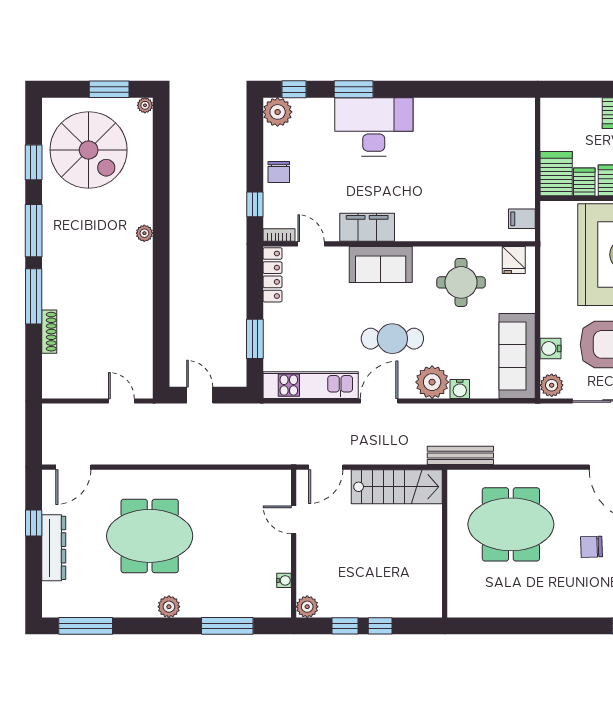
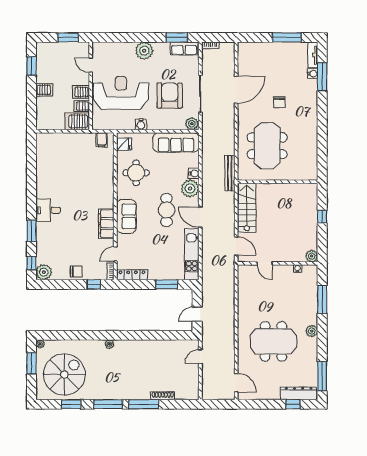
desk: (374, 127) -> (48, 210), width x0.53, depth x0.77
water cooler: (550, 348) -> (141, 124), moved
door: (294, 520) -> (265, 263), hinge flipped
window: (34, 523) -> (293, 404), moved
meeting table: (150, 536) -> (273, 341), turned 90
dresser: (54, 548) -> (299, 393), moved
window: (345, 626) -> (322, 236), removed

